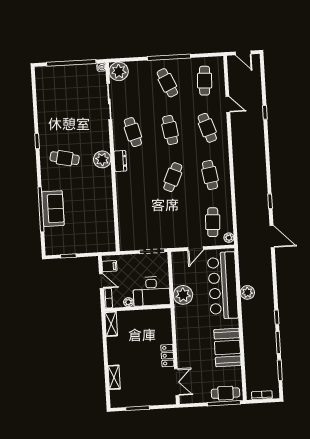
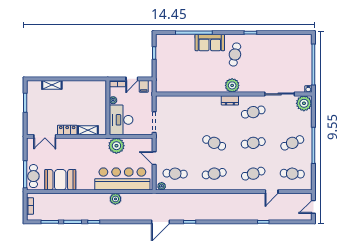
sofa: (53, 209) -> (210, 42), moved
shelving: (111, 324) -> (88, 130), moved
booth: (227, 347) -> (60, 180), moved

